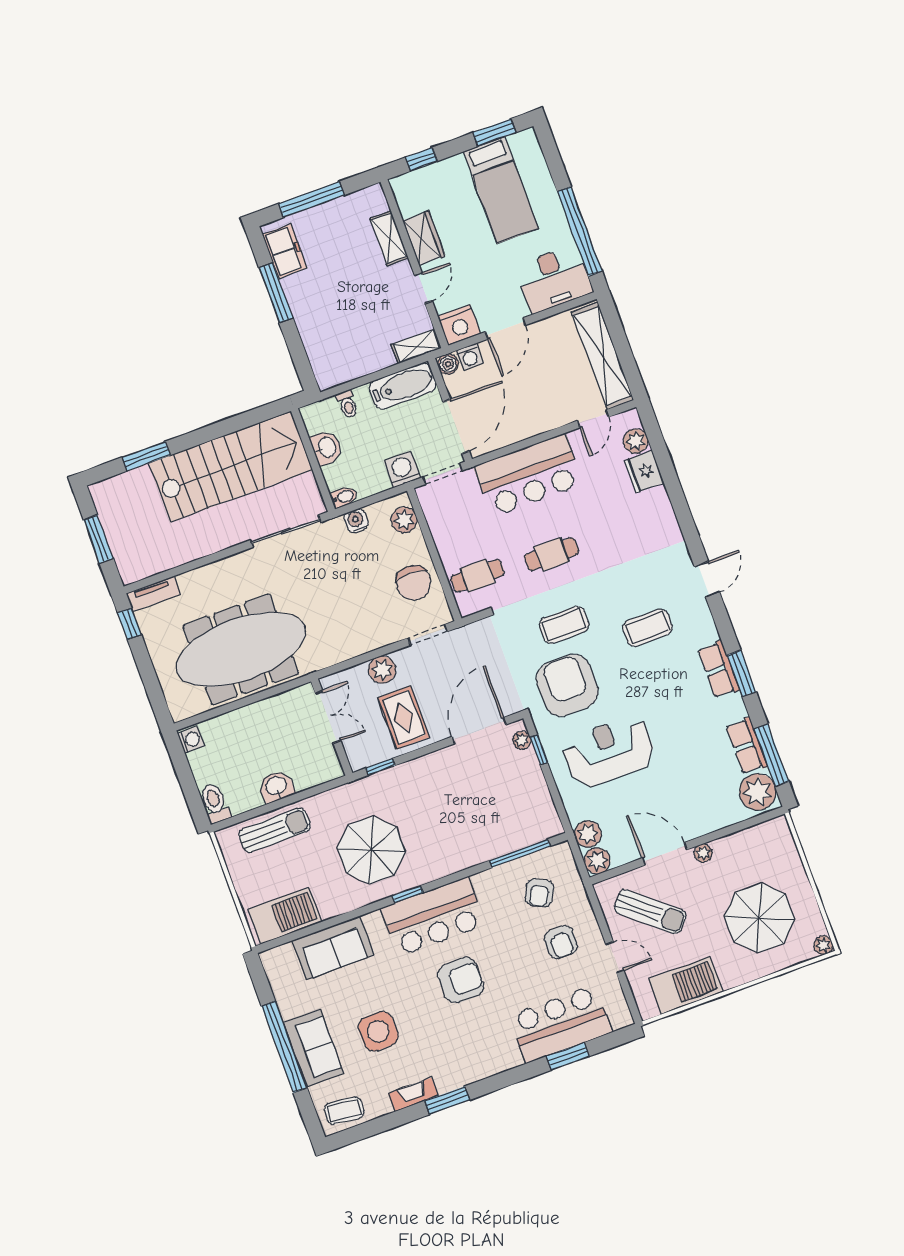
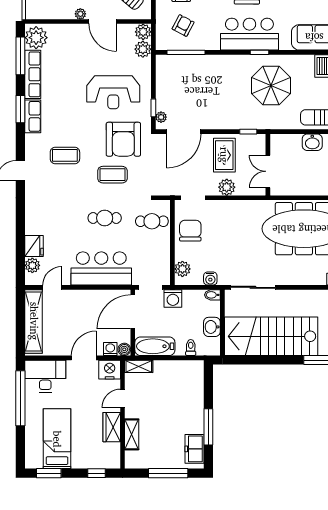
row of seats: (747, 746) -> (33, 74), width x1.48

